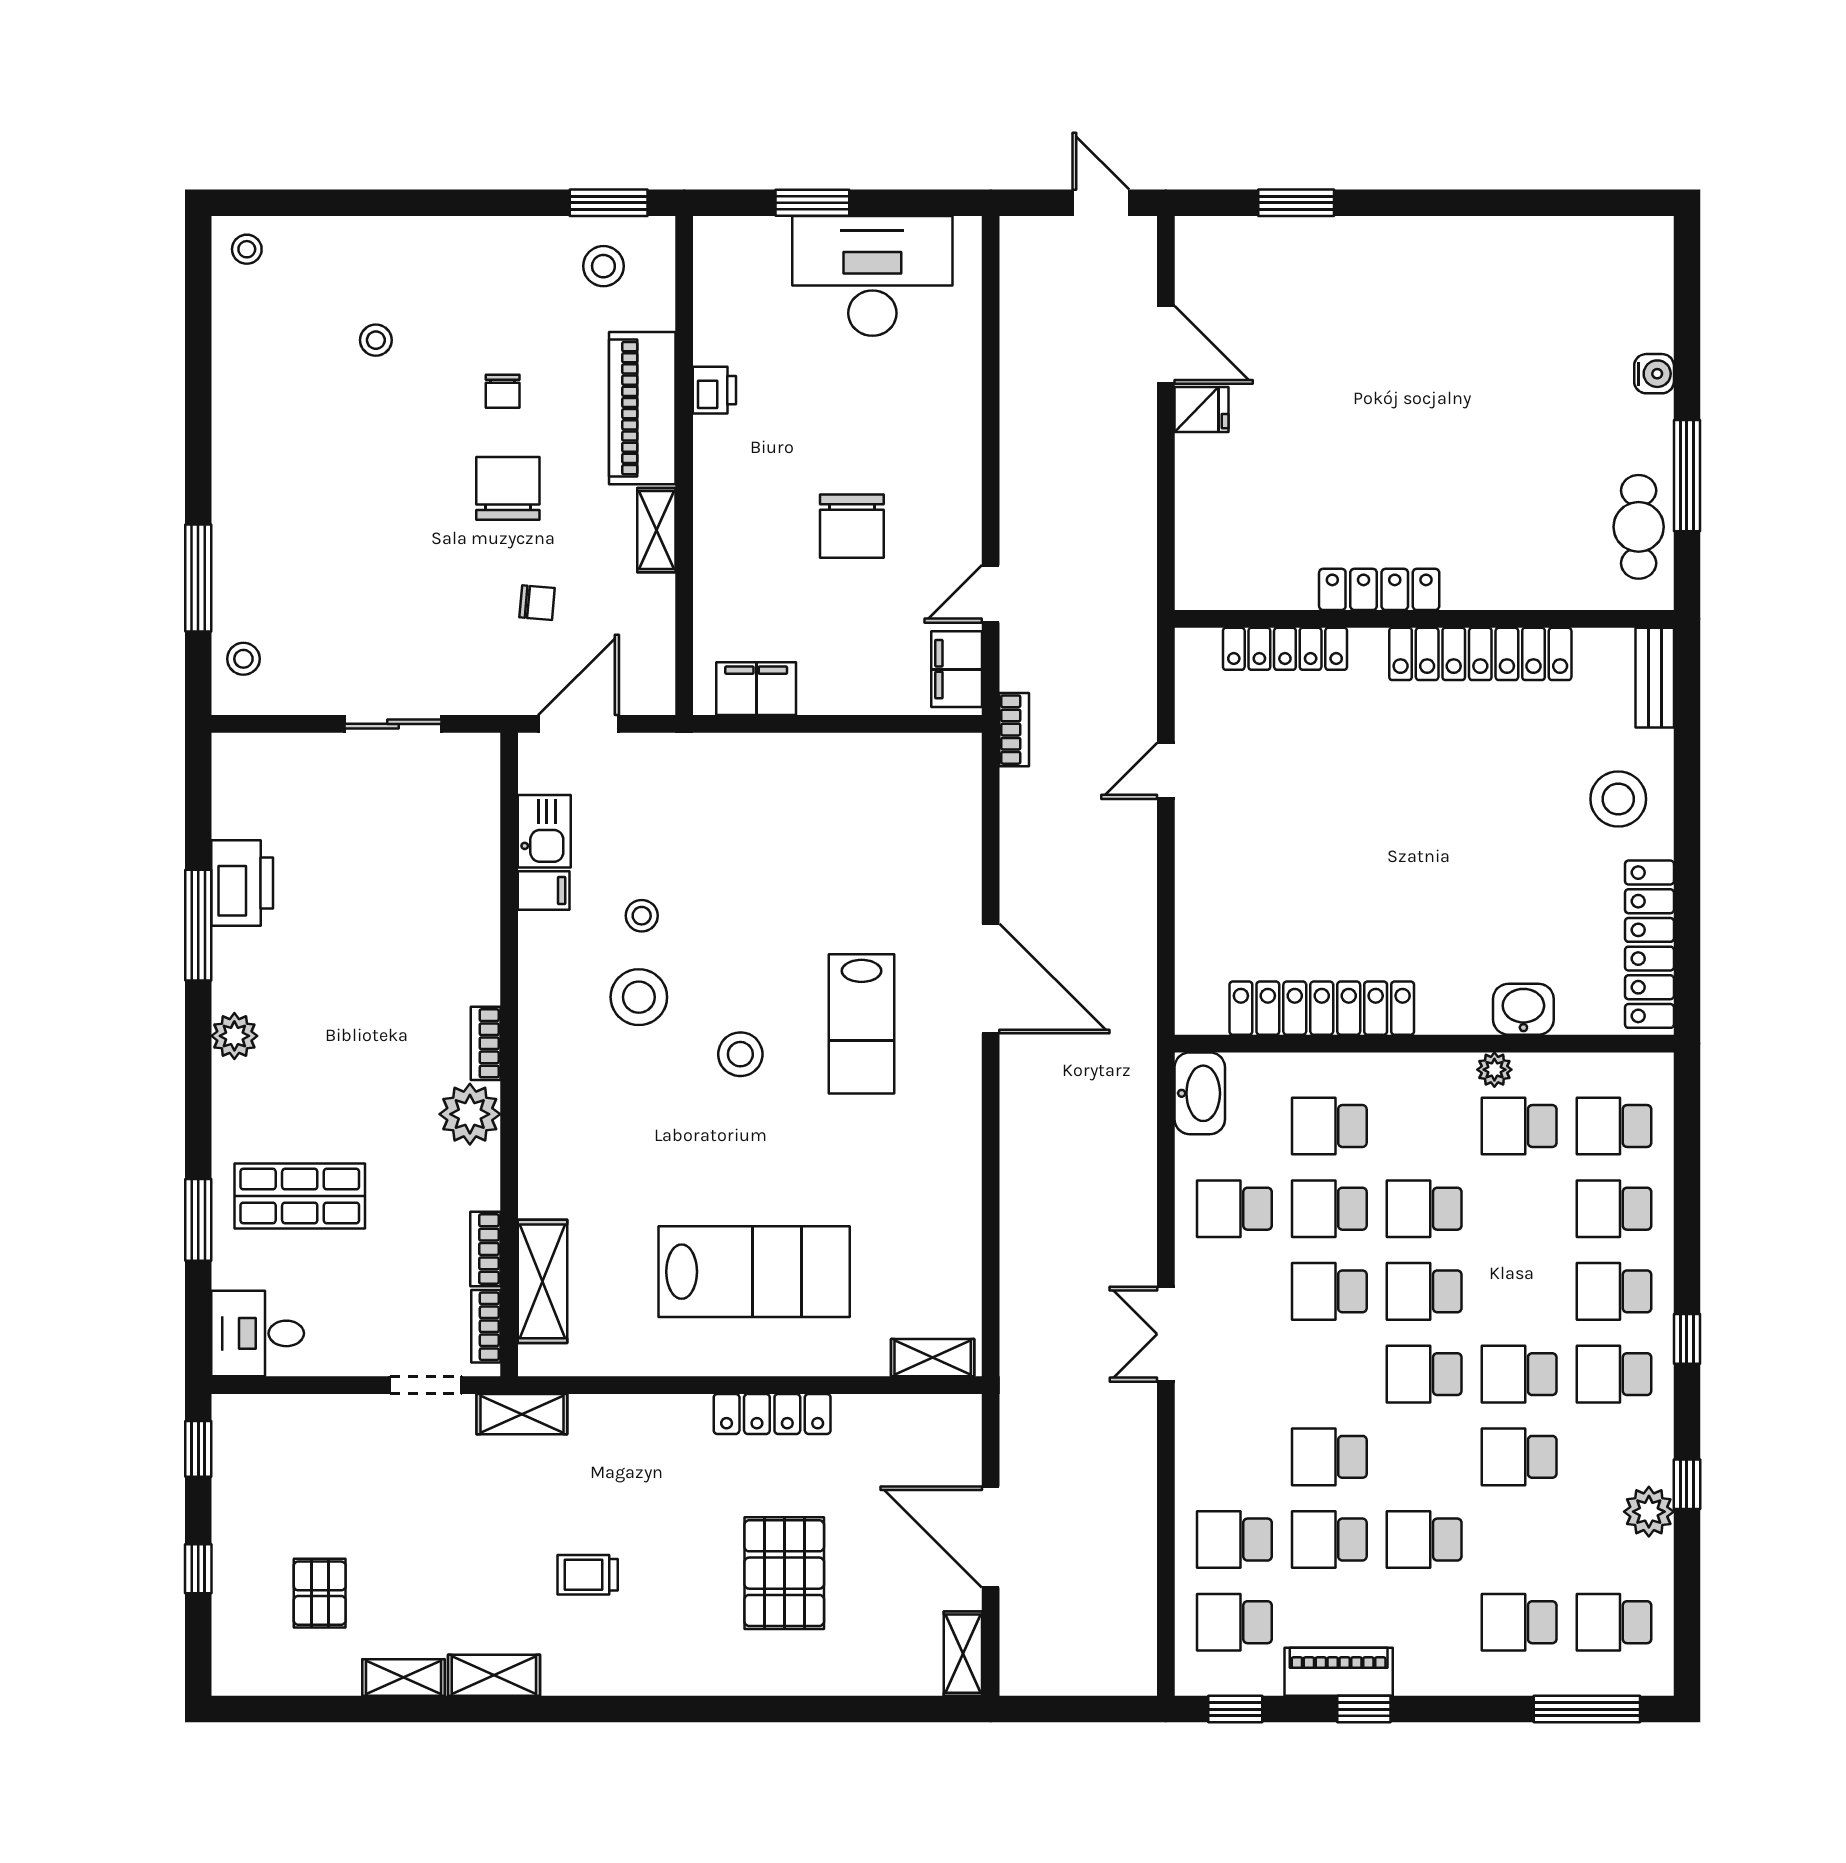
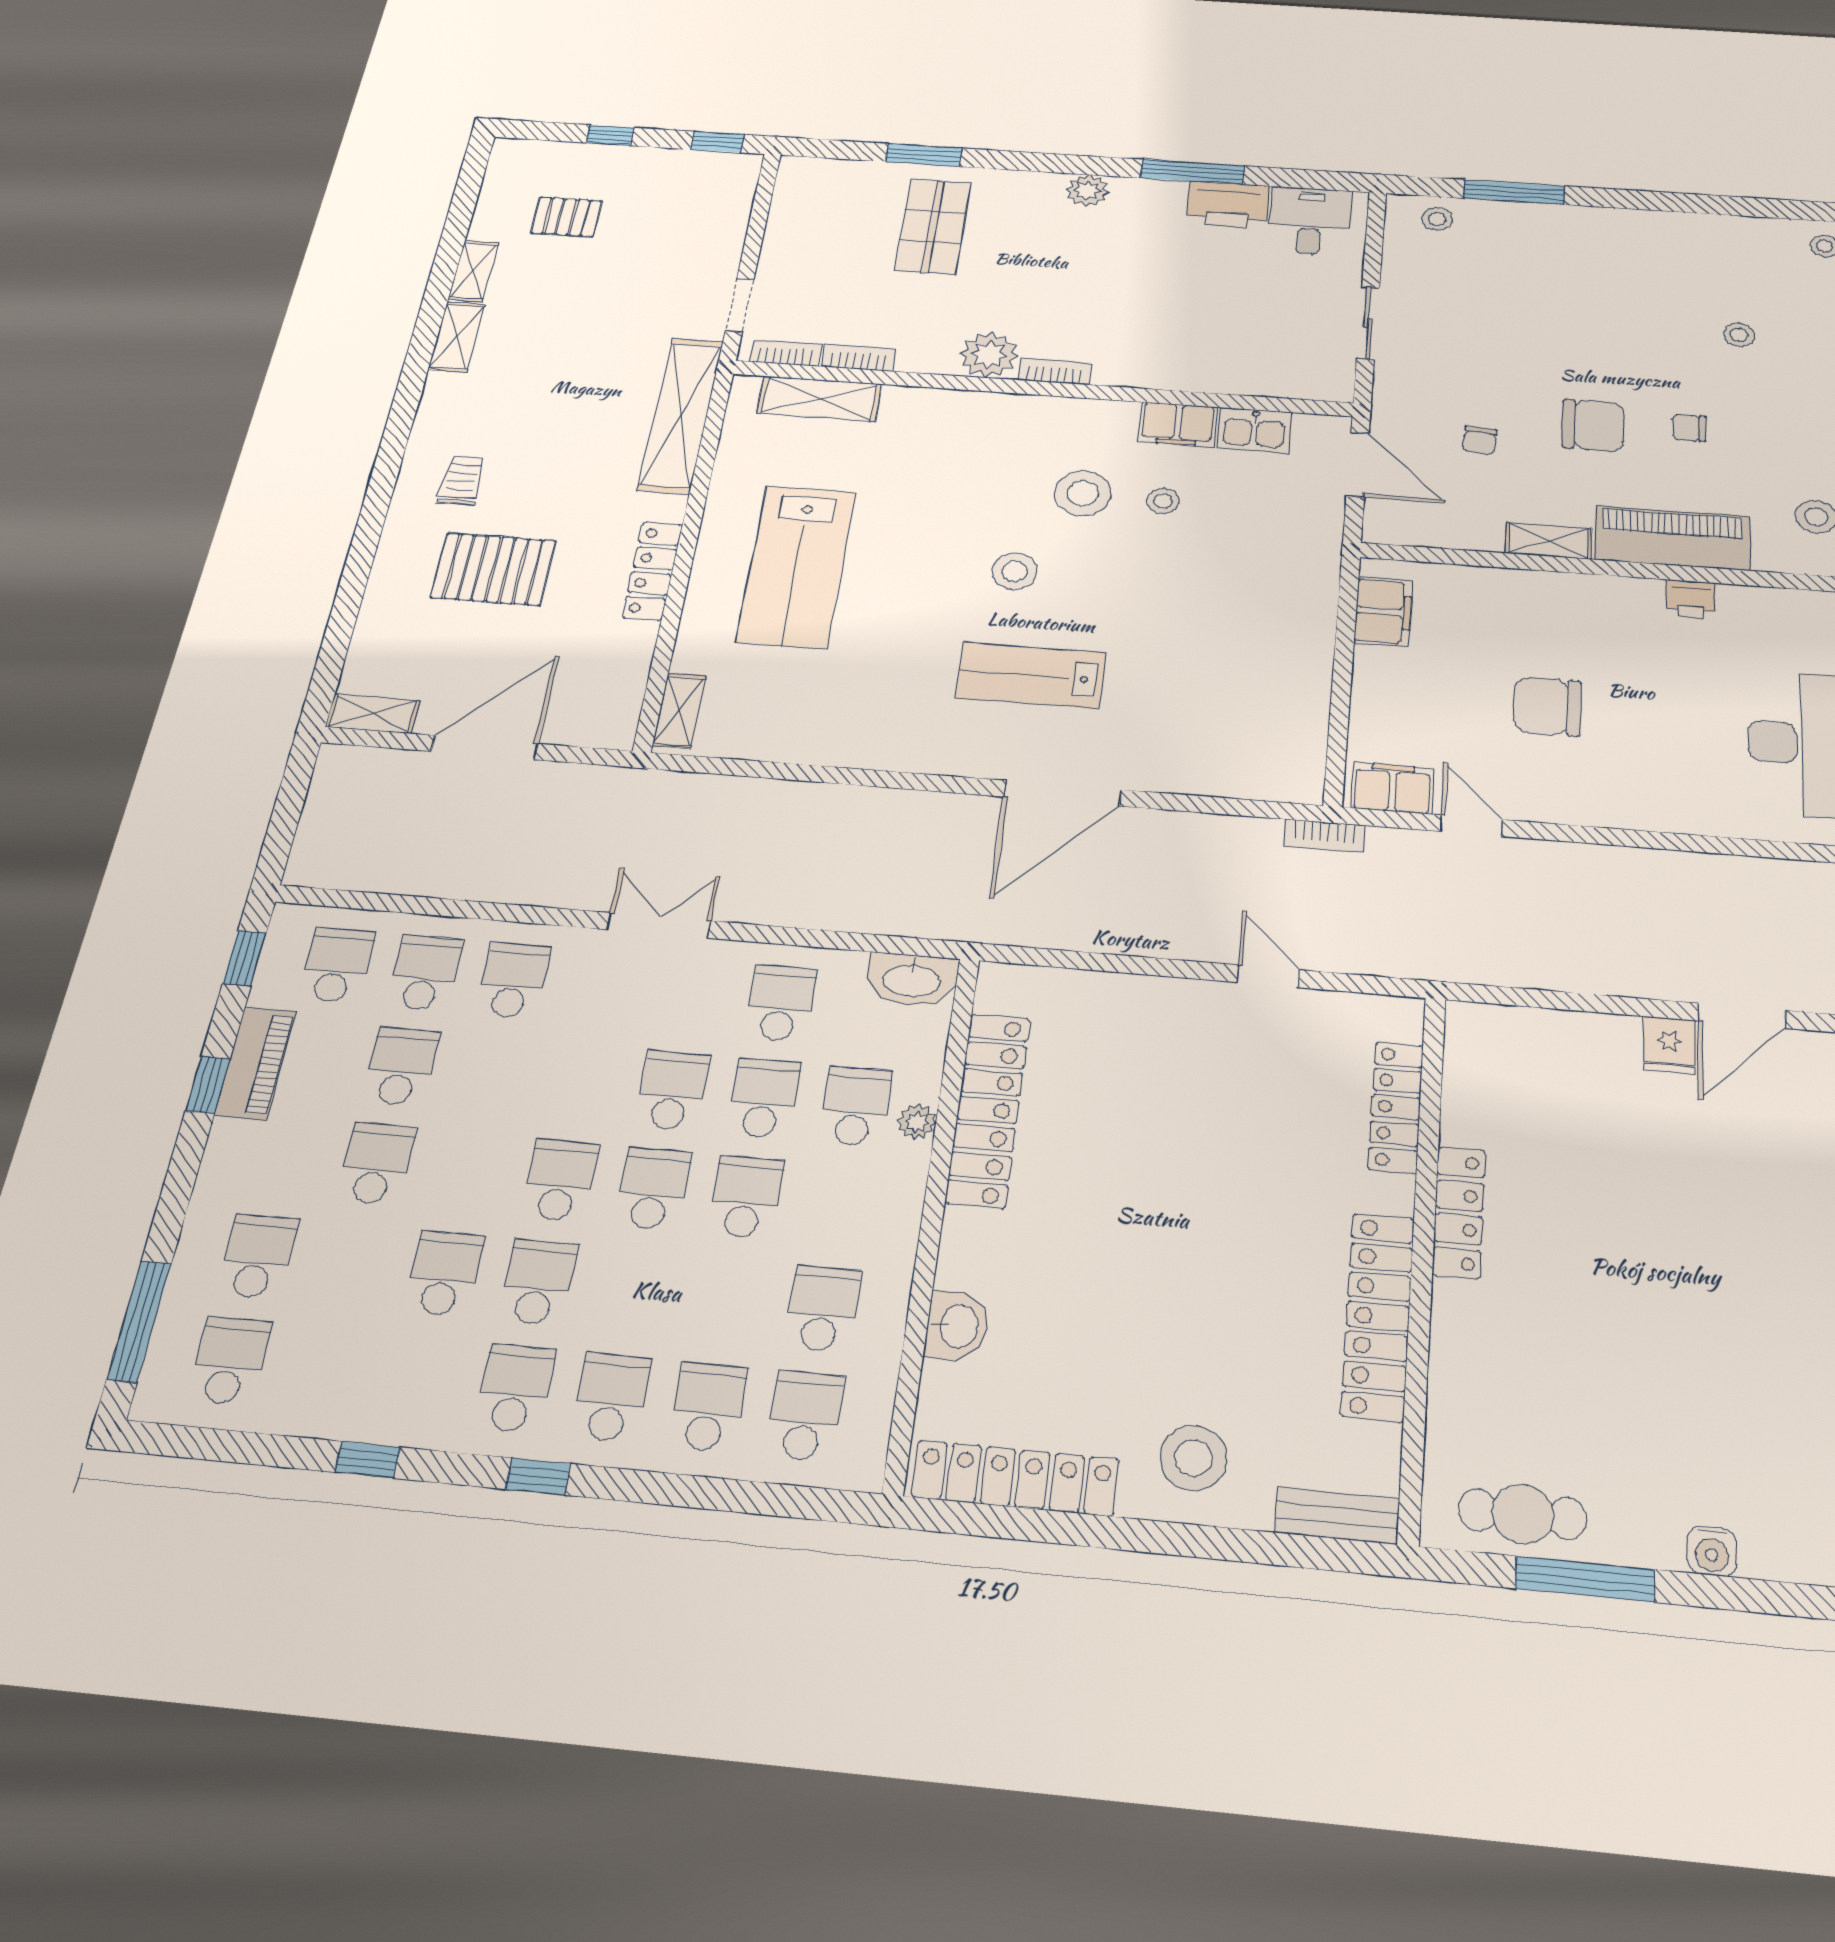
filing cabinet: (544, 891) -> (1178, 424), width x2.00
plant: (1494, 1070) -> (917, 1122), moved
desk: (258, 1333) -> (1310, 221), moved
shelving: (522, 1414) -> (681, 415), width x2.20, depth x1.33
school desk: (1329, 1457) -> (513, 980), moved
plant: (1649, 1512) -> (346, 1412), removed
trolley: (588, 1575) -> (462, 480), moved

